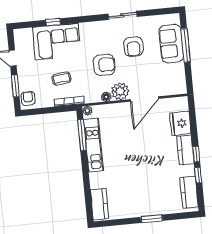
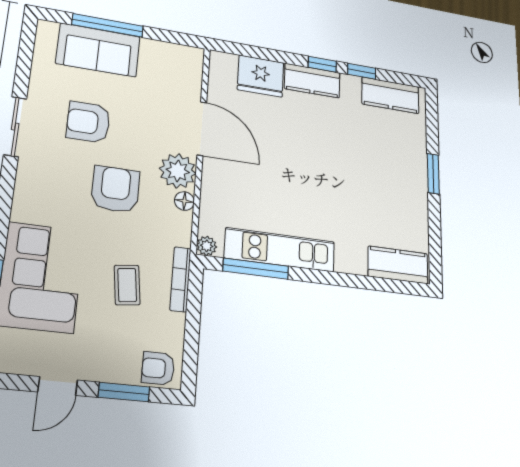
armchair: (133, 47) -> (88, 122), turned 180

